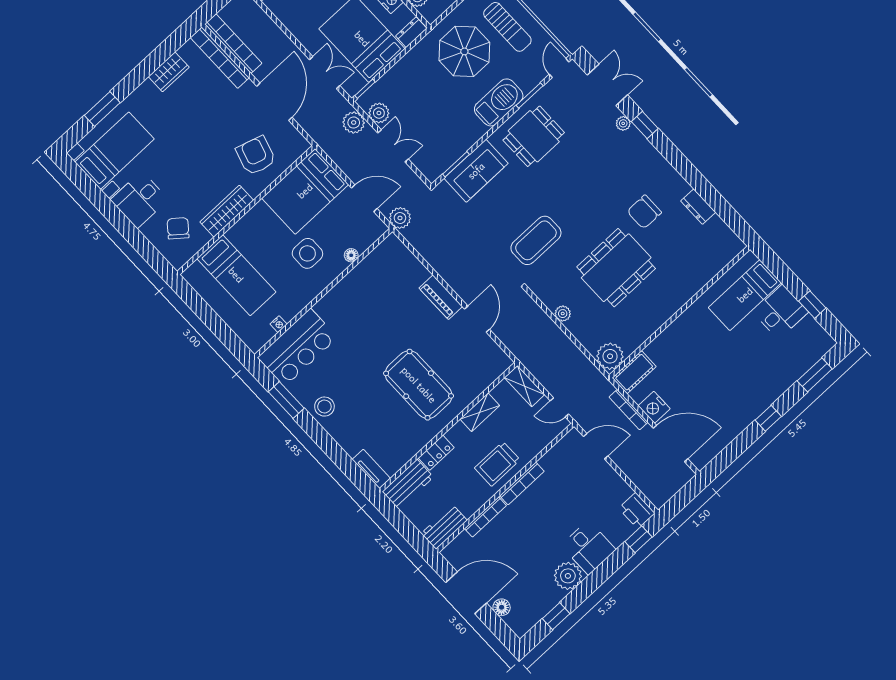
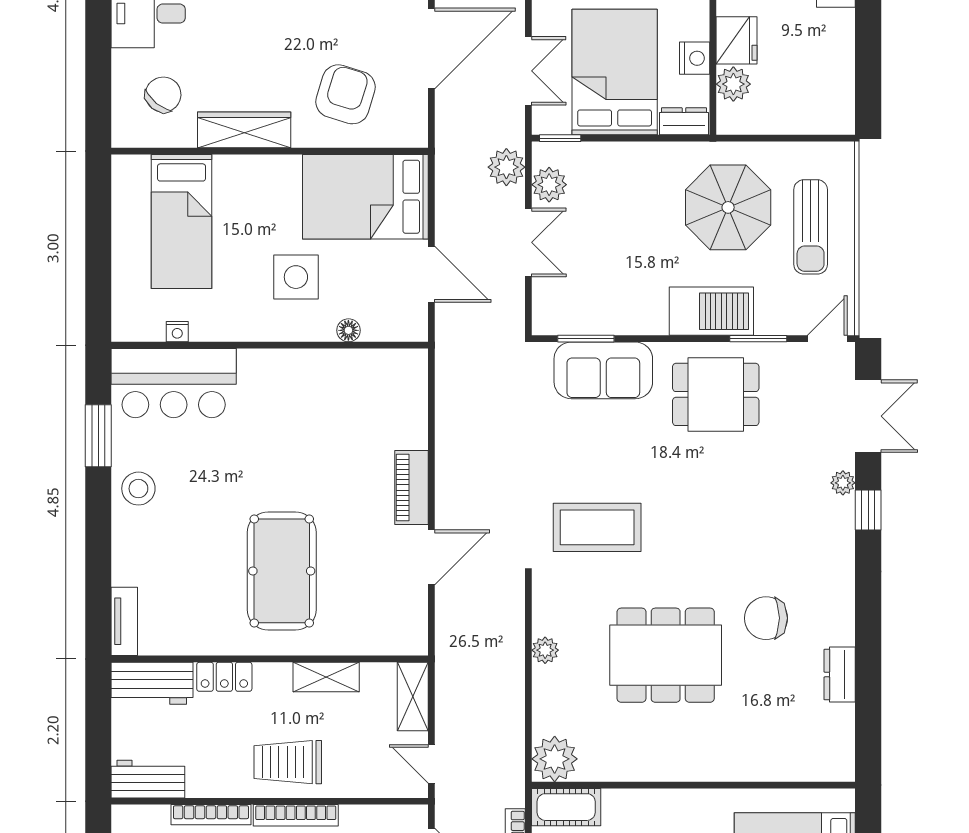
plant: (400, 218) -> (453, 341), removed

